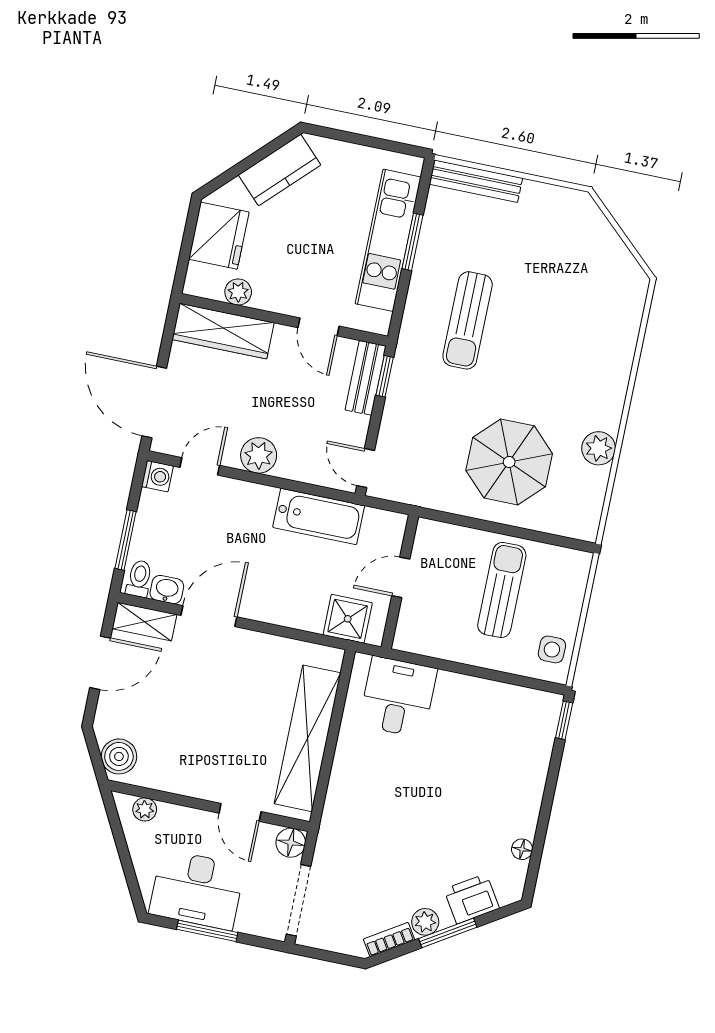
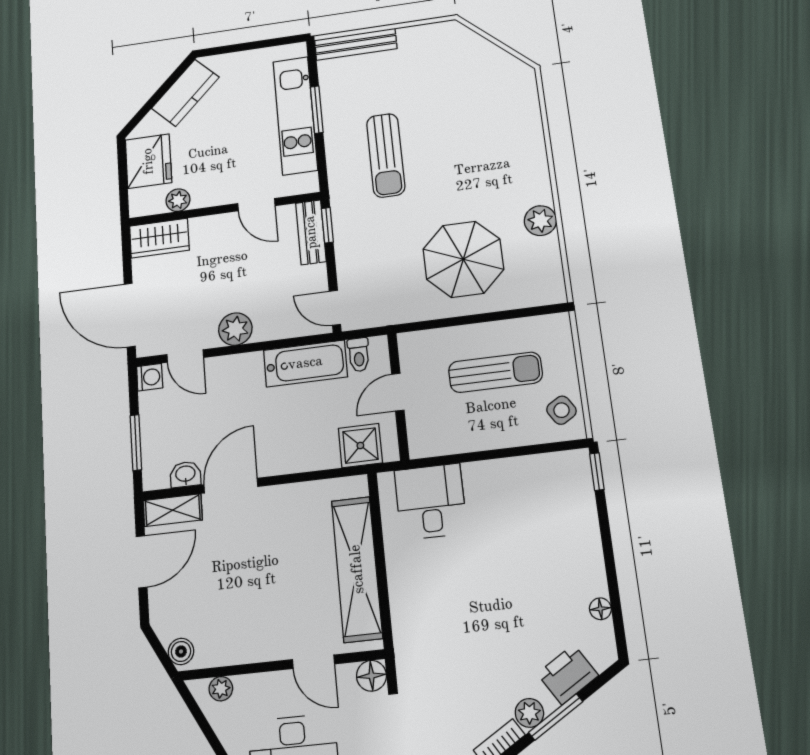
wardrobe: (223, 331) -> (159, 238), width x0.67
door: (200, 466) -> (185, 356), swing flipped
toilet: (139, 579) -> (359, 355), moved, turned 180
sun lounger: (502, 590) -> (495, 372), turned 90
side table: (552, 649) -> (561, 410), turned -32
boiler: (119, 756) -> (181, 651), width x0.73, depth x0.73

